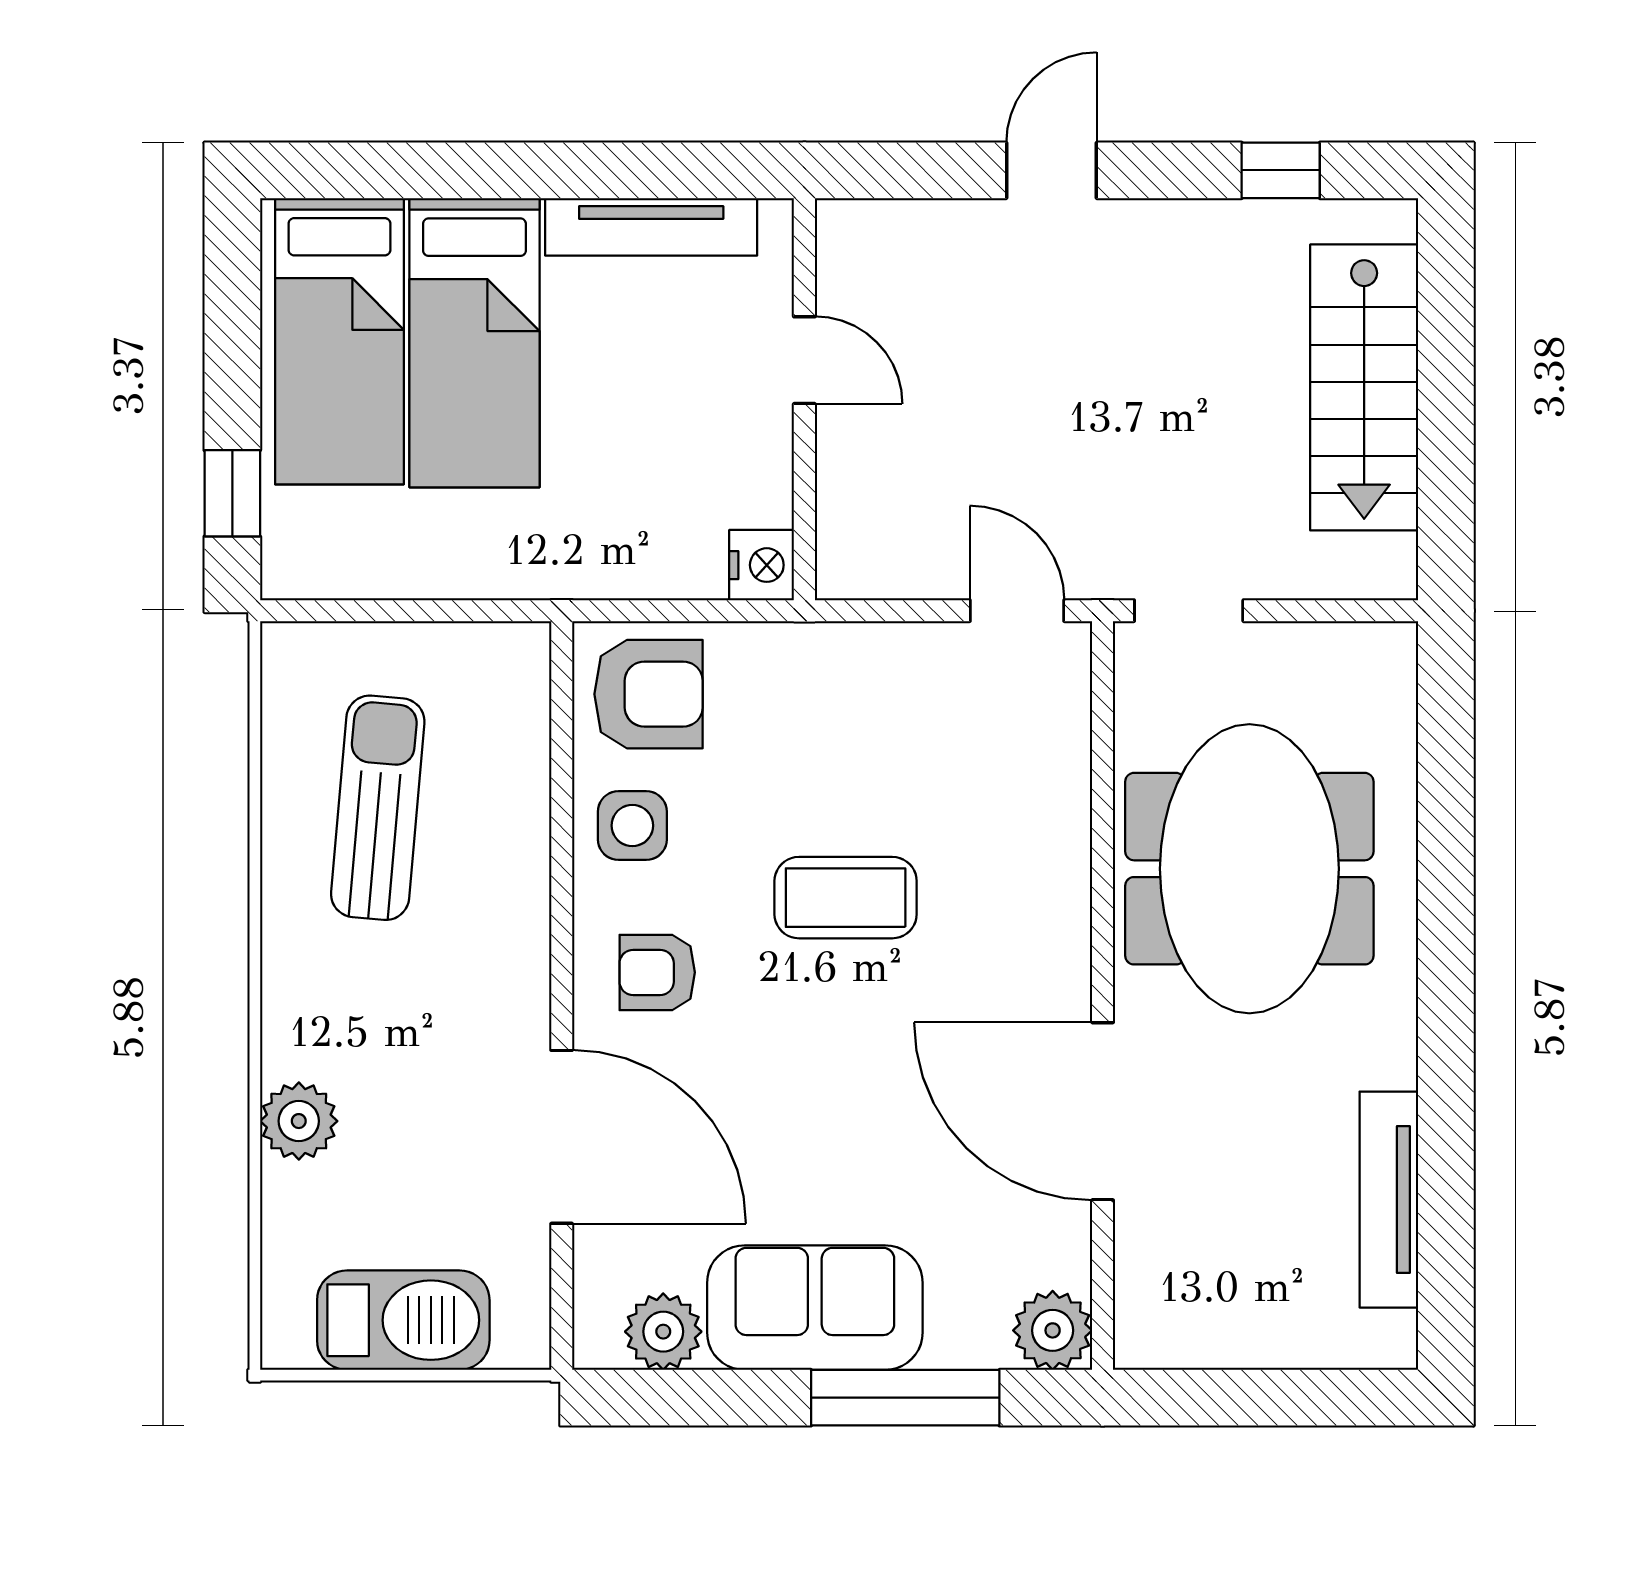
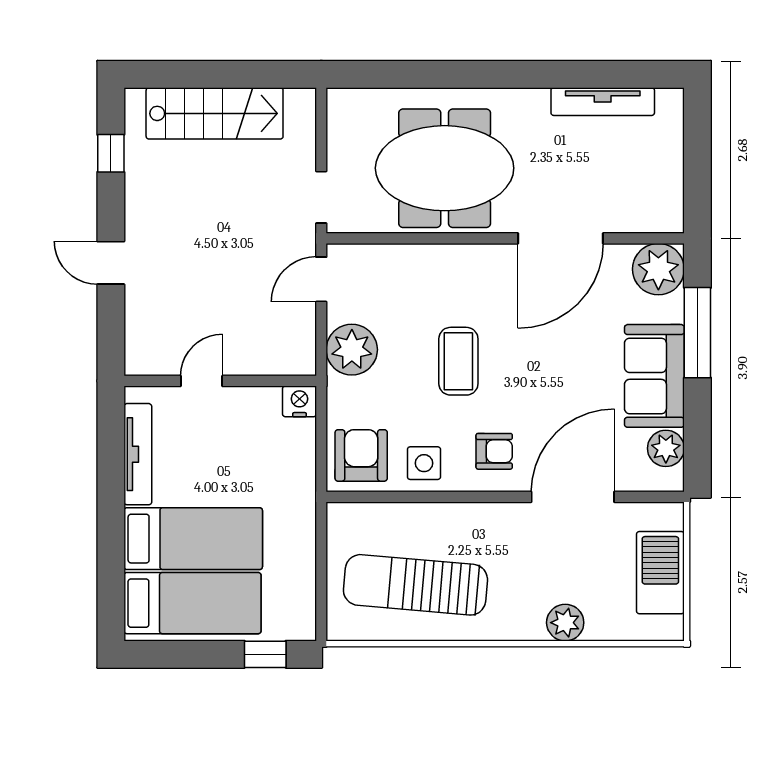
plant: (870, 674) -> (352, 350), added
sun lounger: (378, 808) -> (415, 585), width x1.36, depth x1.34
armchair: (657, 972) -> (494, 451), turned -90
plant: (1053, 1330) -> (658, 269), width x1.36, depth x1.36

